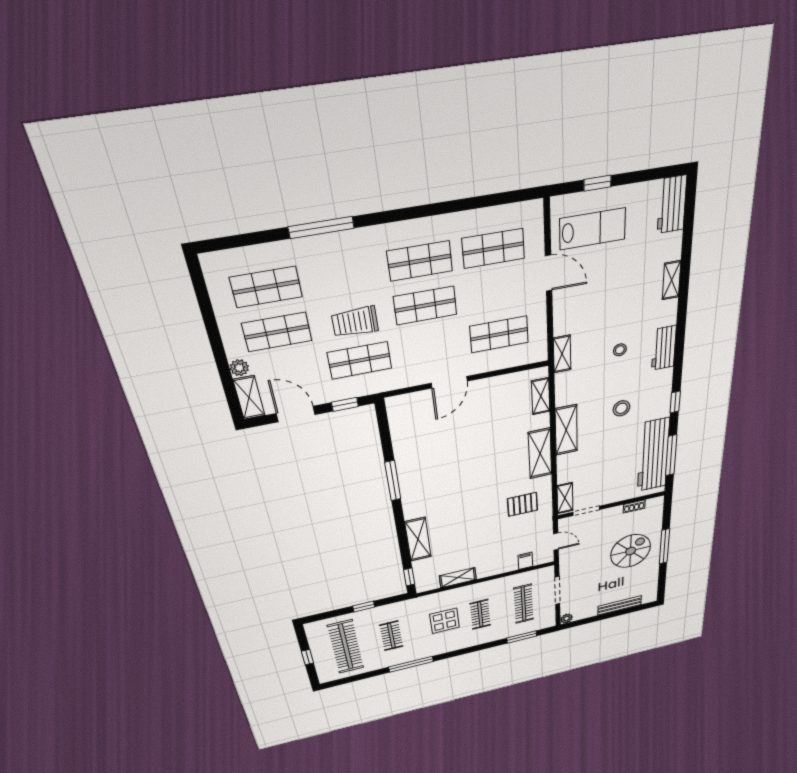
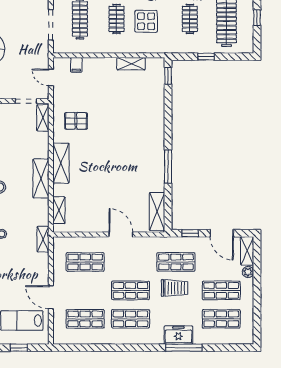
freezer: (335, 248) -> (178, 335), added
door: (449, 382) -> (121, 234), hinge flipped
shelving: (418, 539) -> (157, 211), moved

